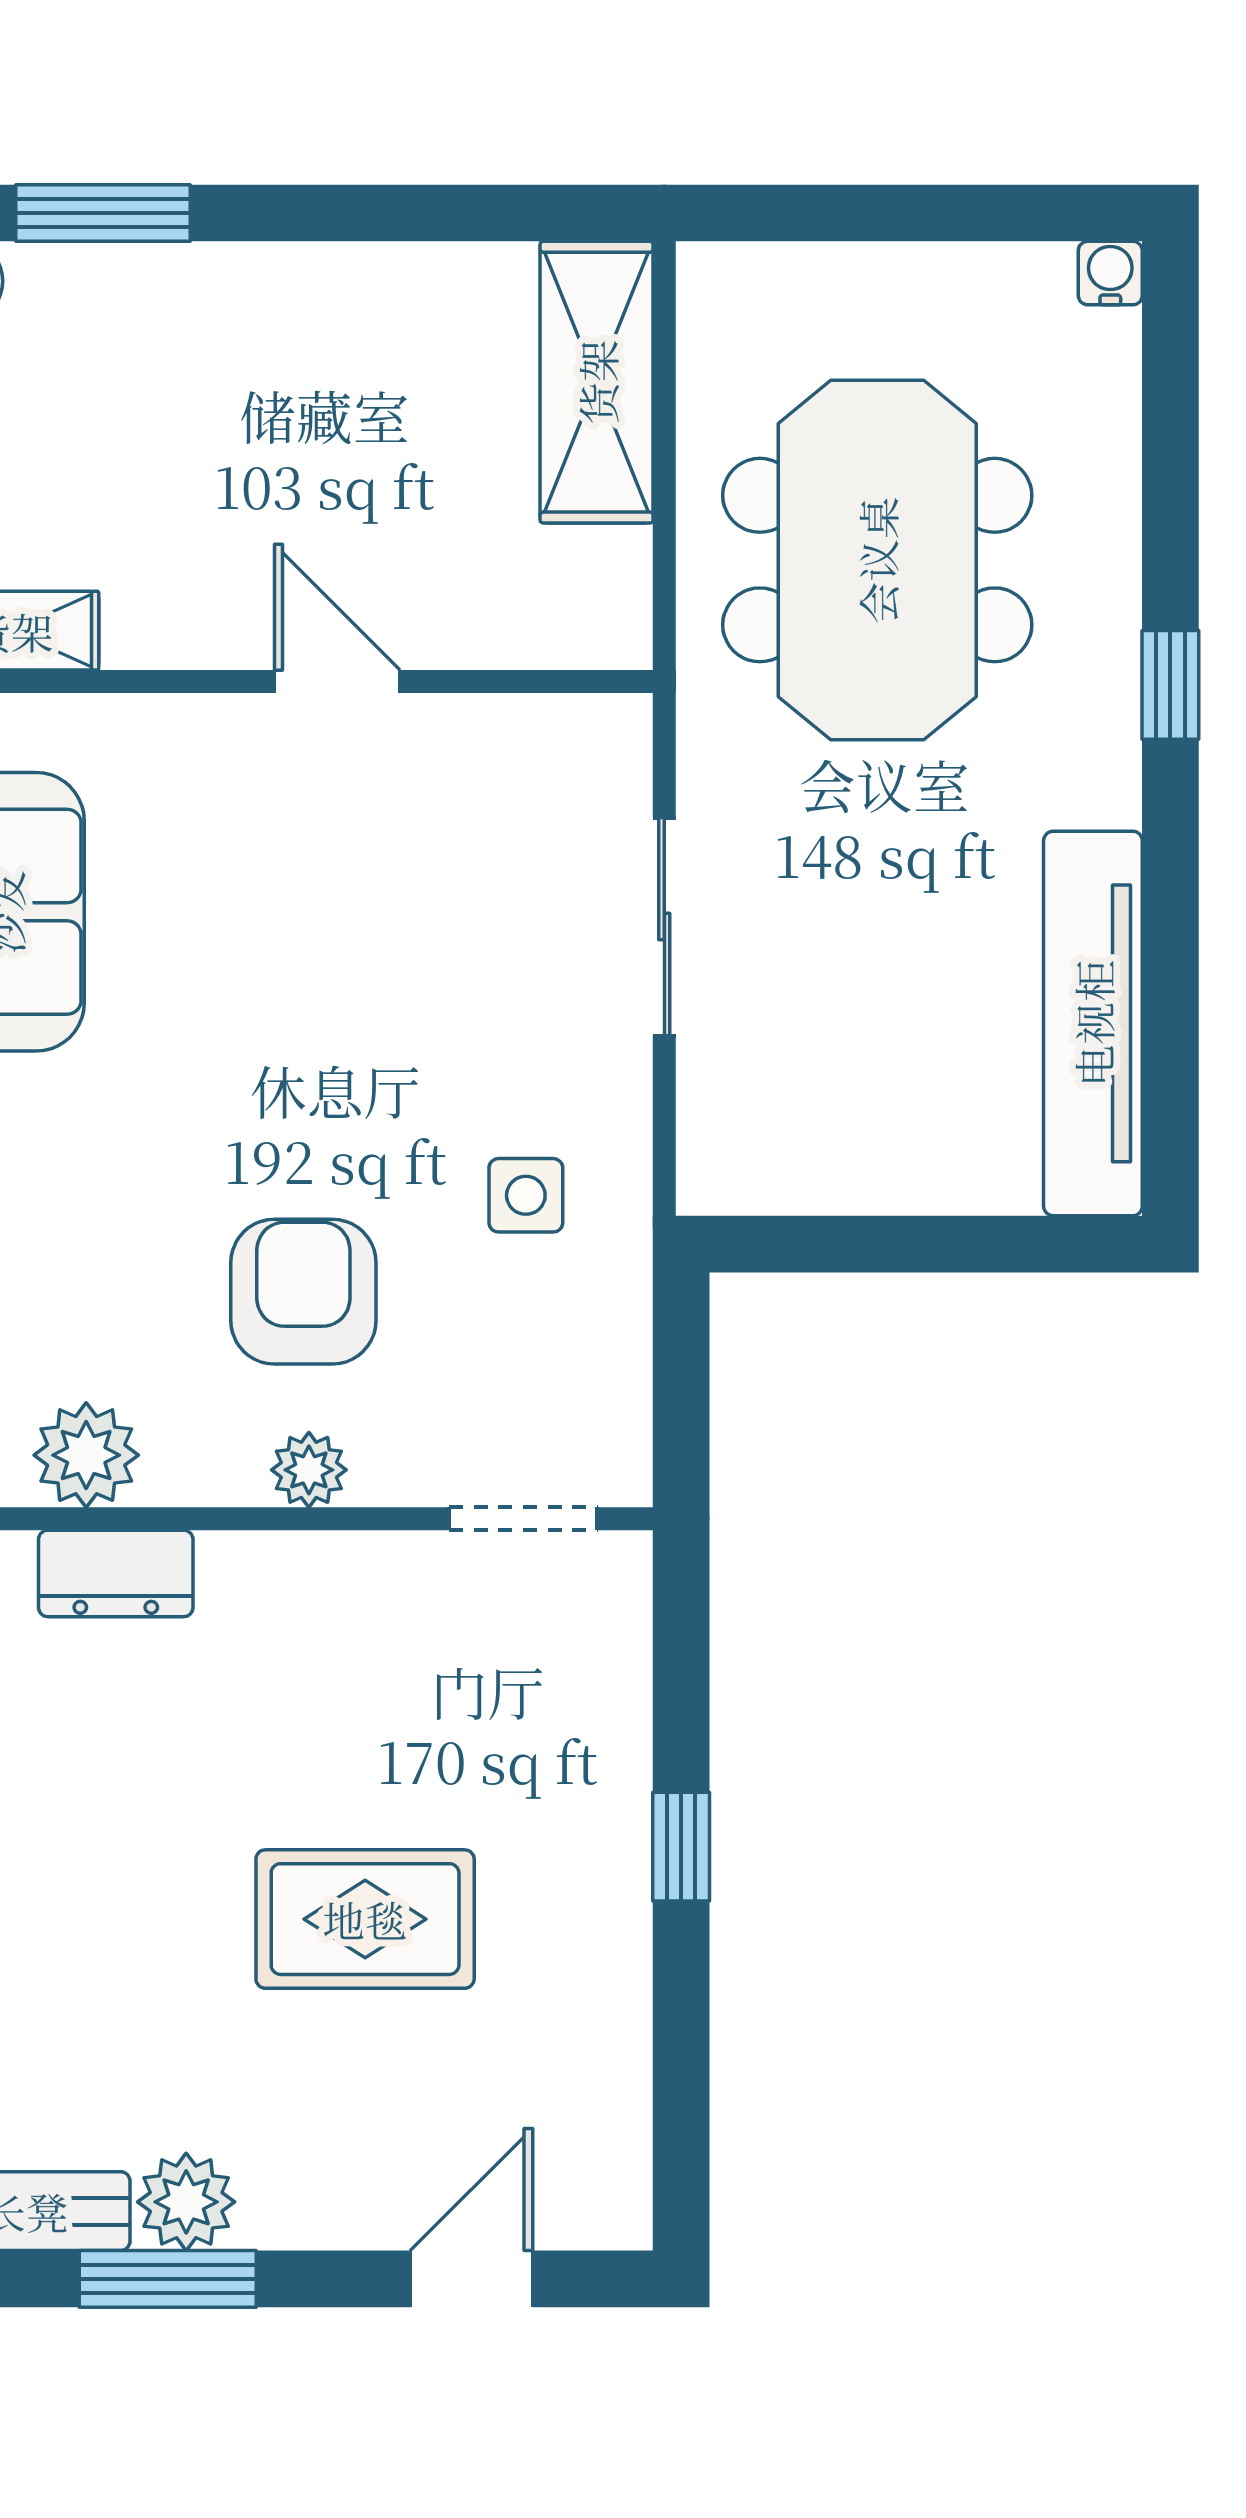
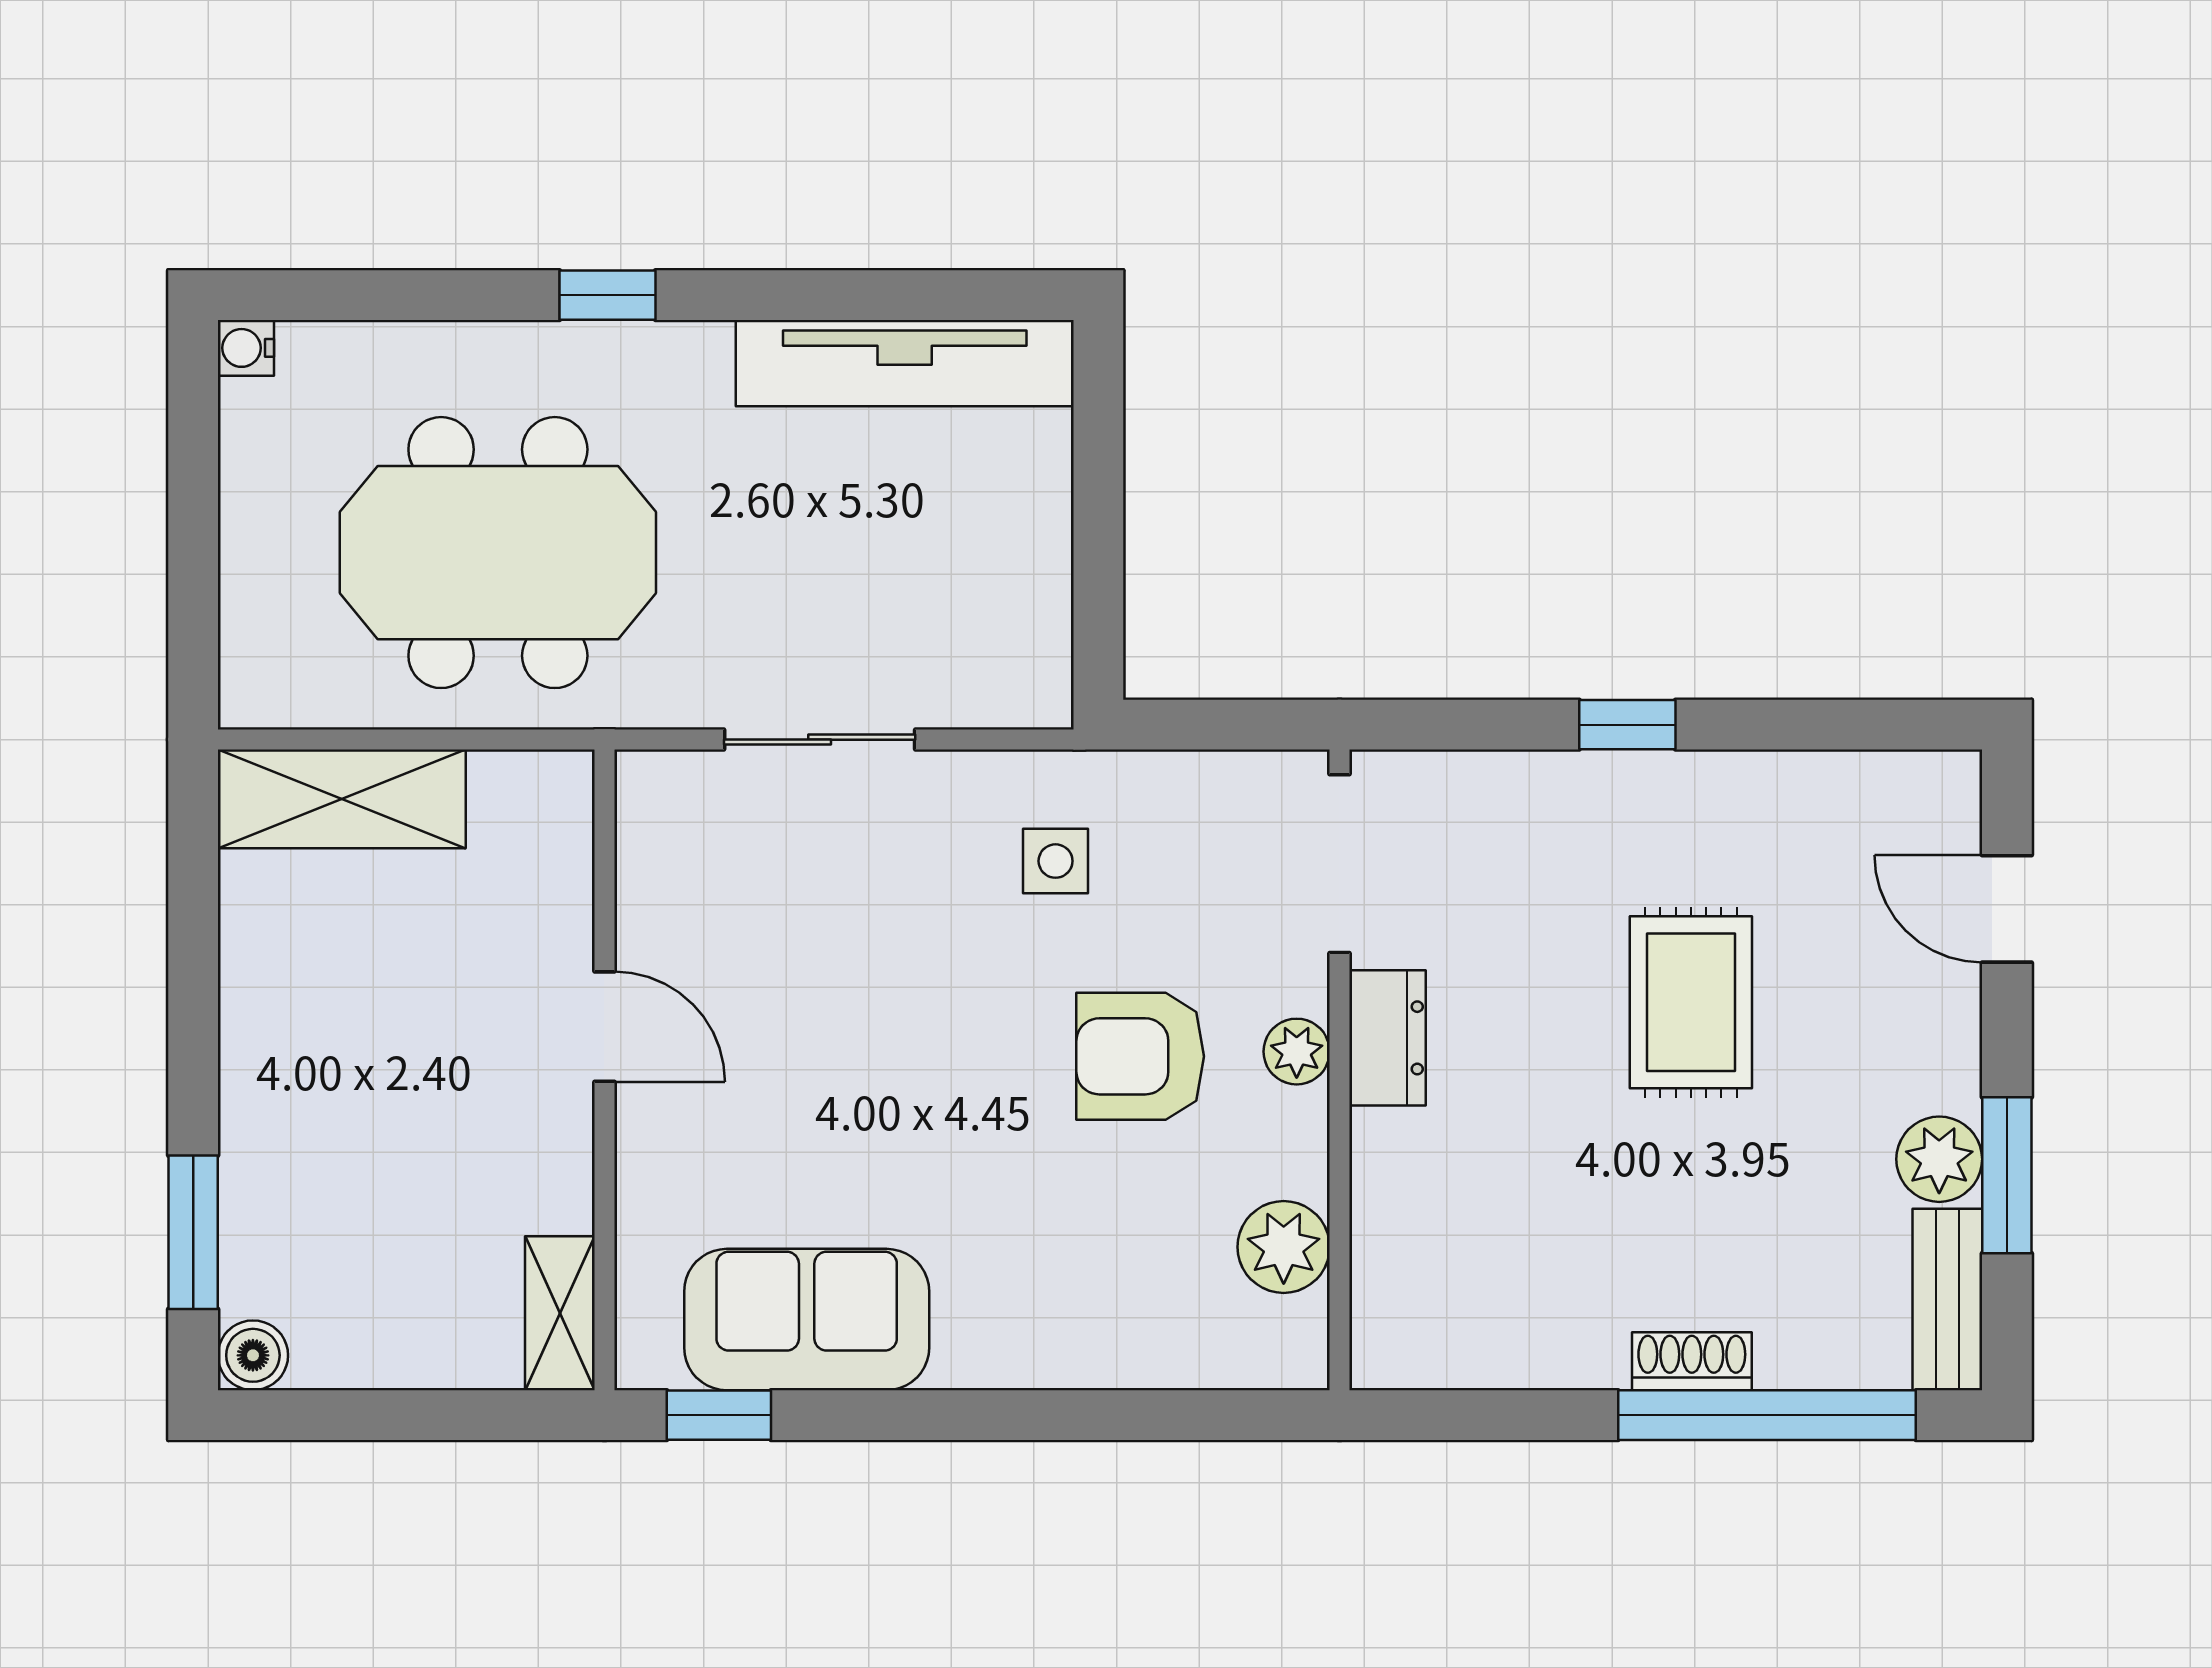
door: (337, 681) -> (604, 1027), swing flipped
doorway: (523, 1519) -> (1339, 864), width x1.38
dresser: (116, 1573) -> (1388, 1038), moved

